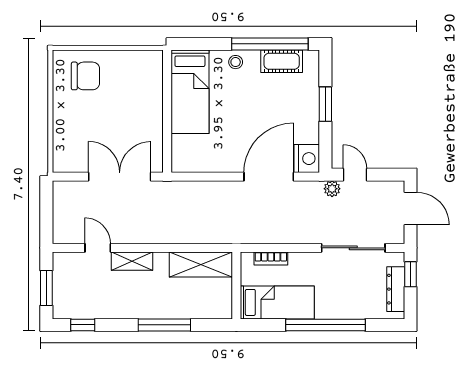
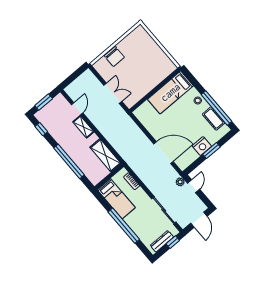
chair: (85, 76) -> (114, 56), moved
nightstand: (307, 159) -> (202, 146), moved
double door: (120, 177) -> (113, 93), width x0.73
window: (164, 325) -> (69, 161), width x1.46

